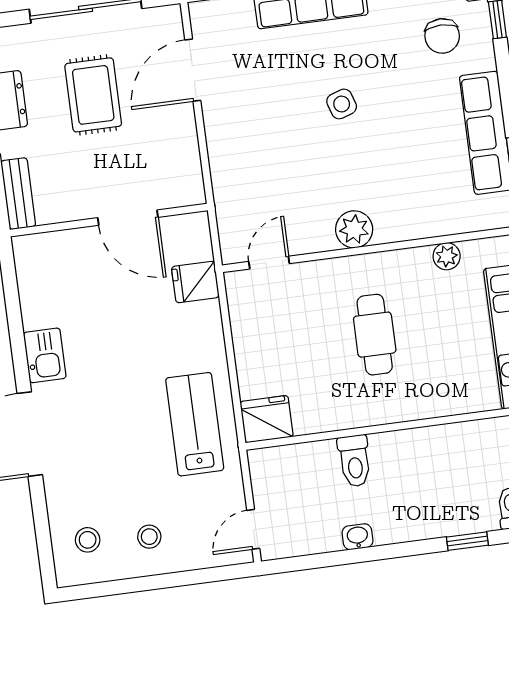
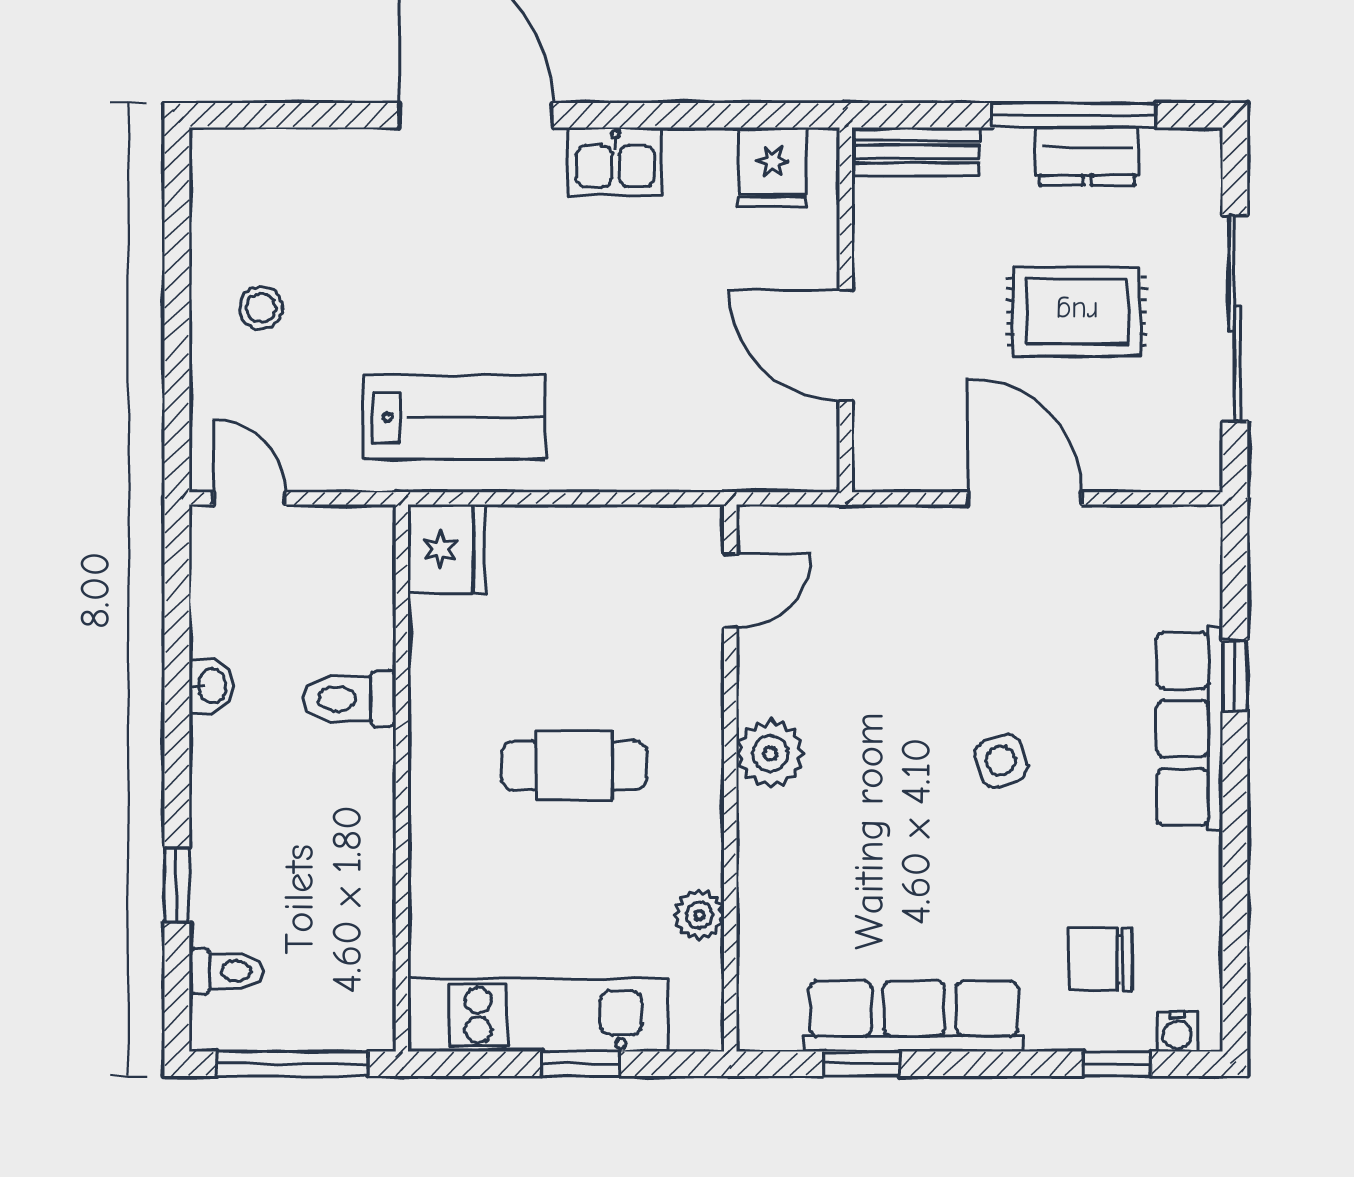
door: (193, 70) -> (1025, 498), moved
door: (128, 218) -> (846, 345), hinge flipped
door: (269, 263) -> (730, 591), hinge flipped
fridge: (195, 282) -> (772, 168), moved, turned 180
stool: (88, 540) -> (270, 195), removed

